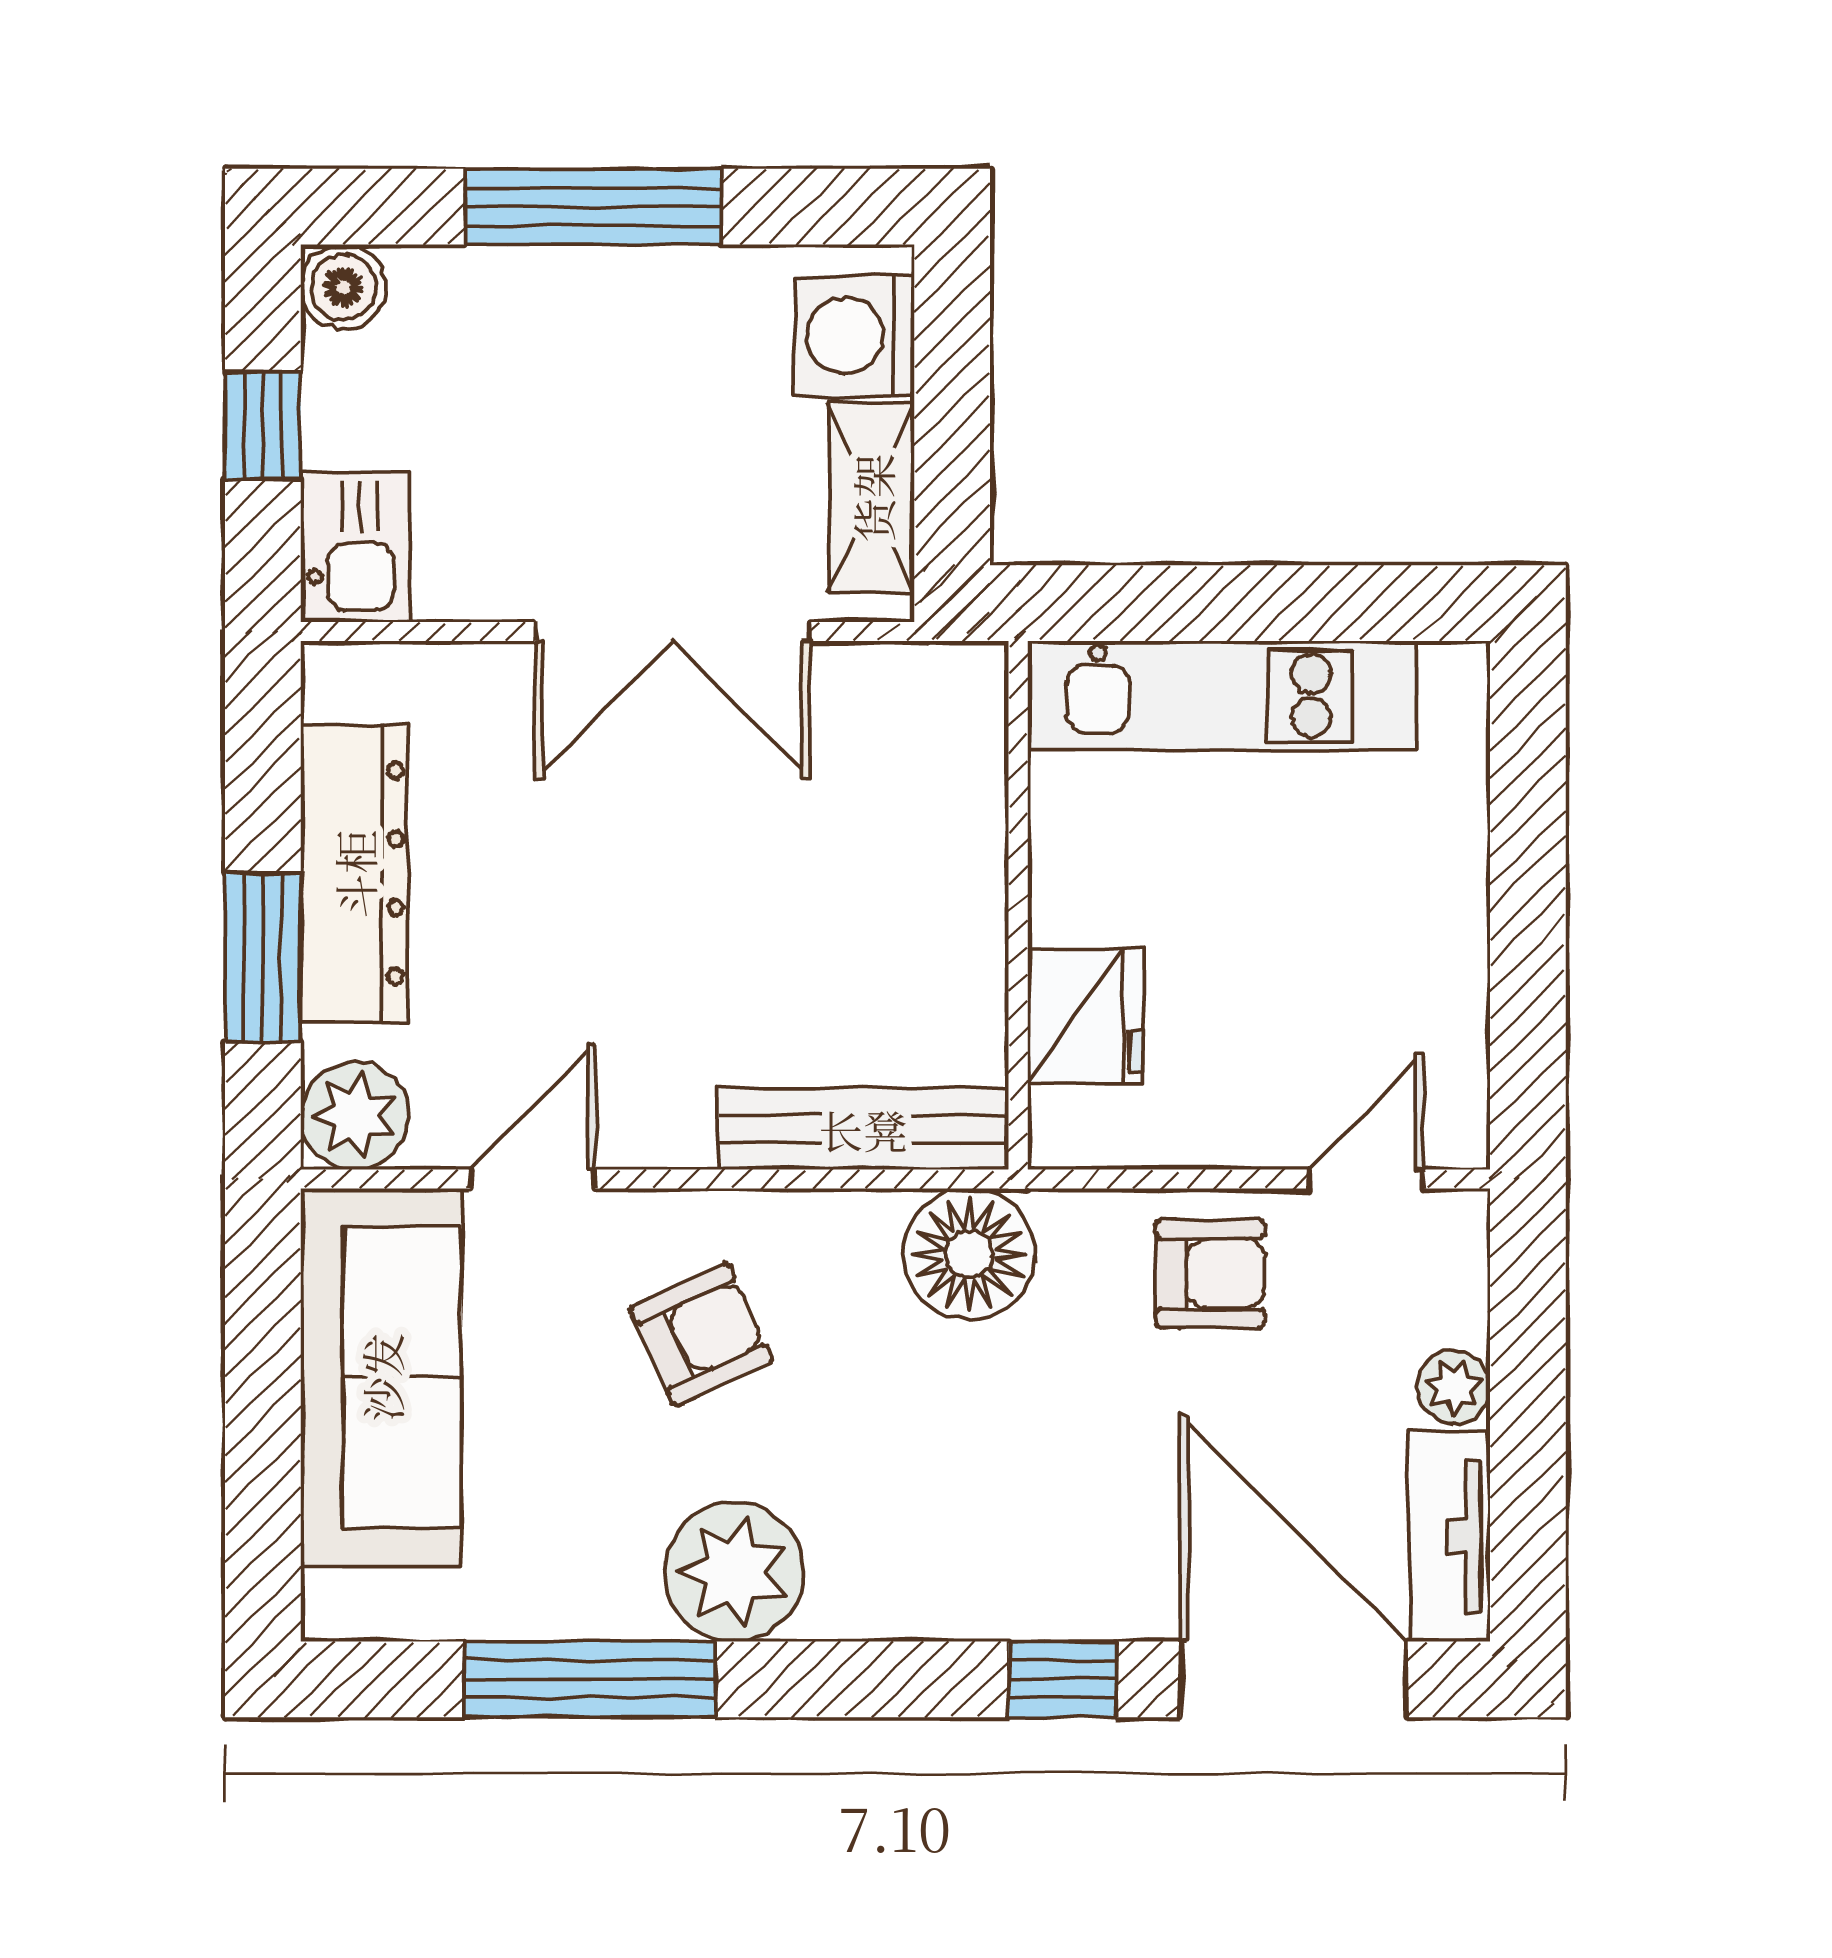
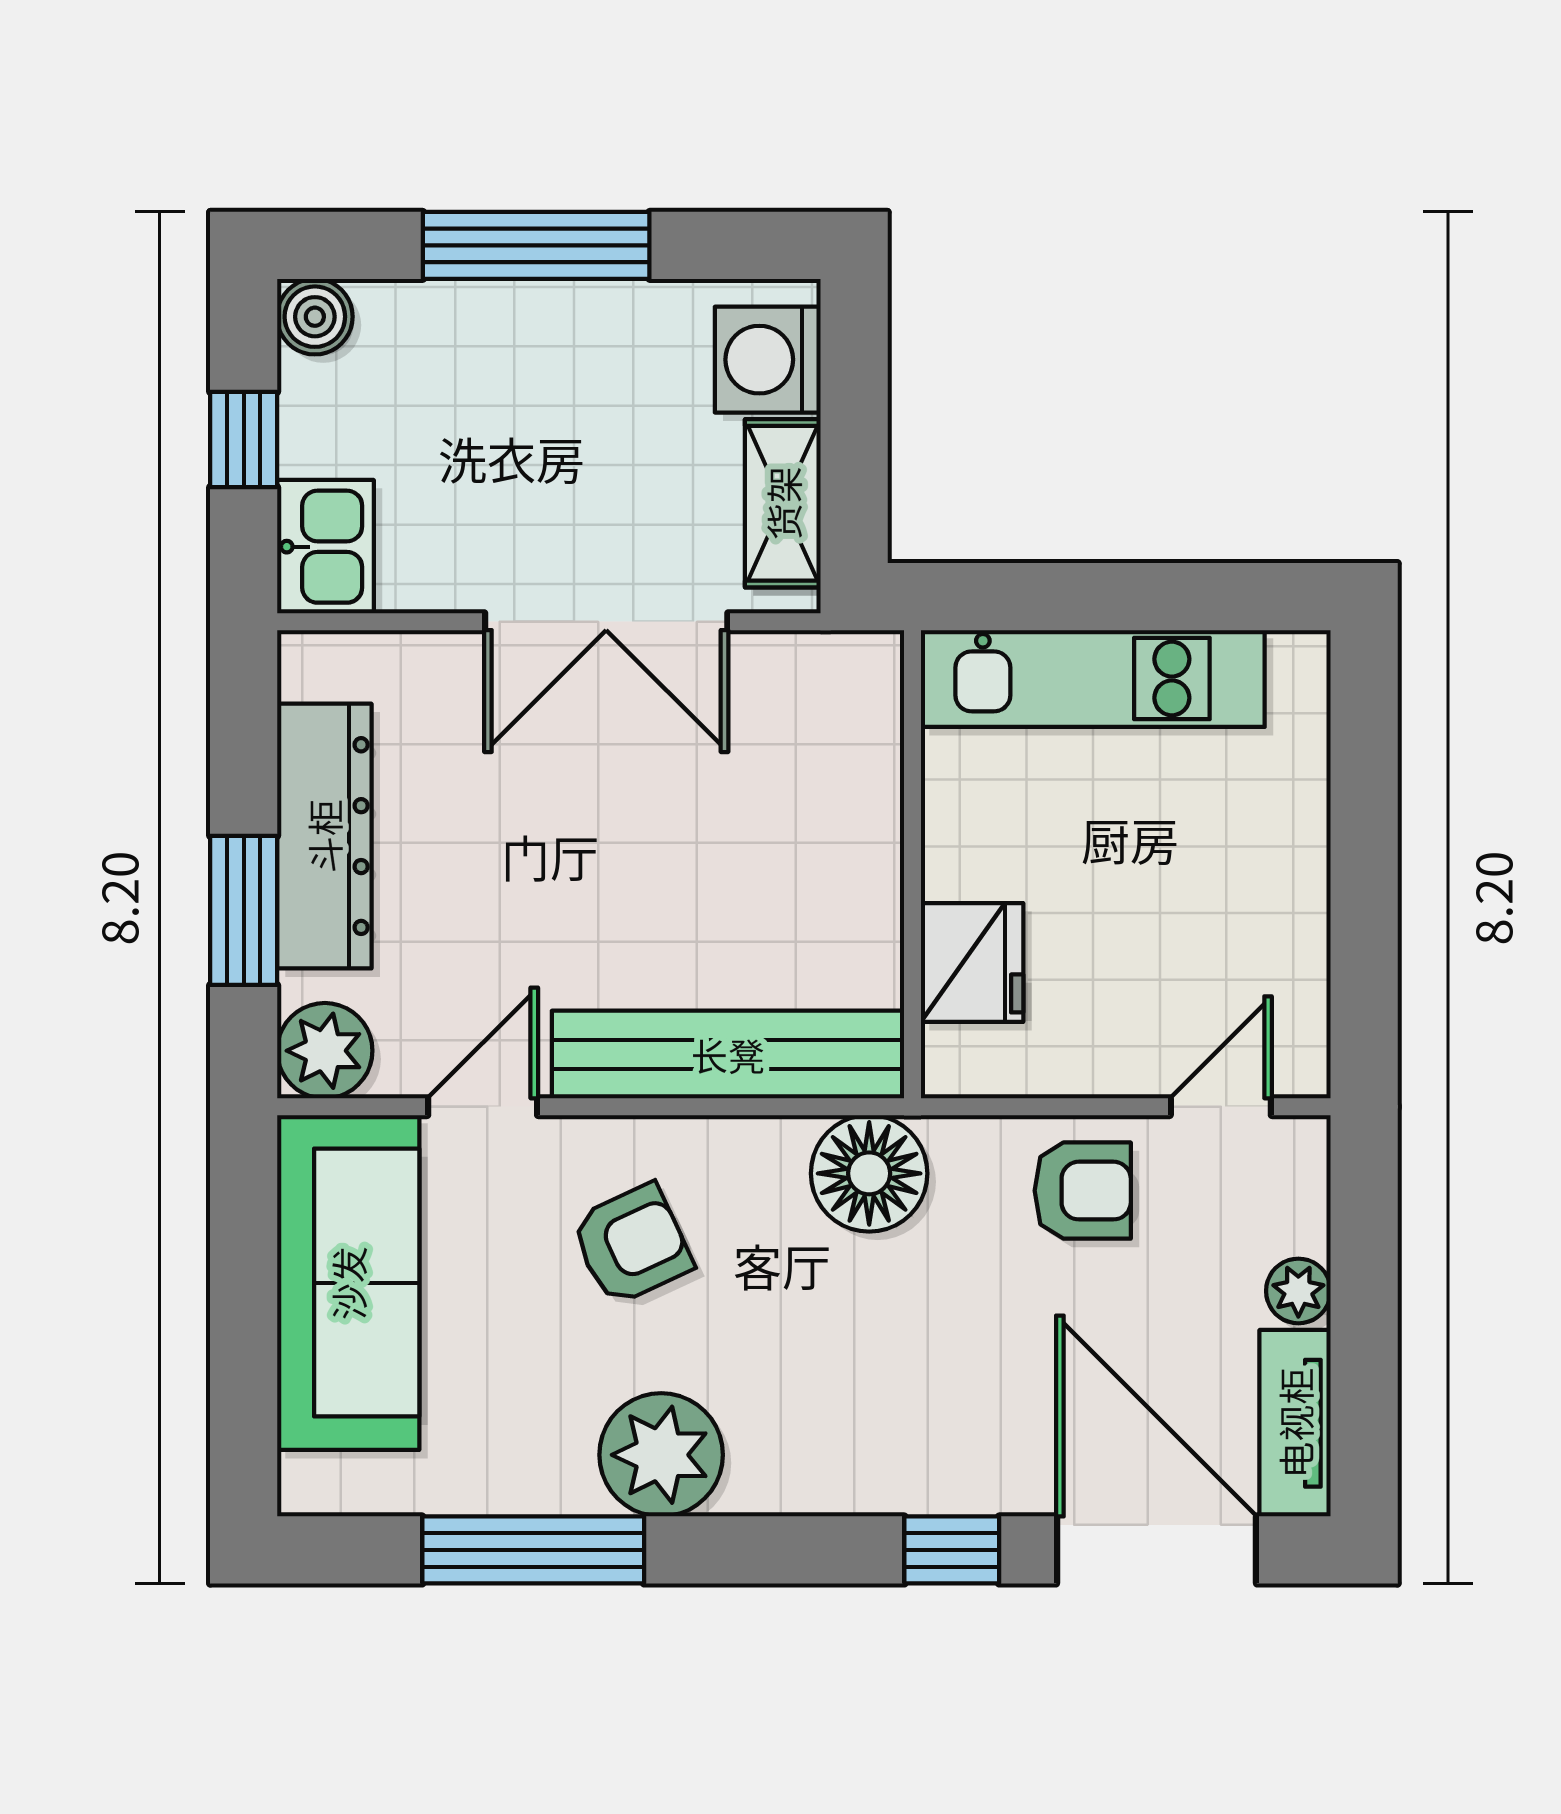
bench: (863, 1129) -> (728, 1055), width x1.37, depth x1.21

